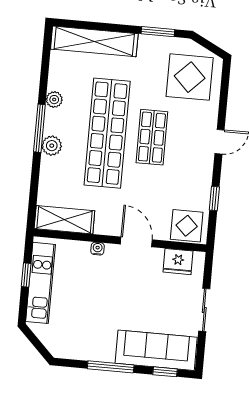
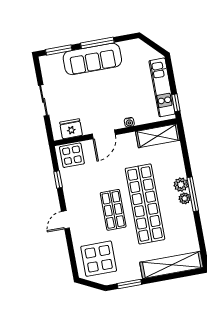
plant: (54, 100) -> (185, 198), moved
door: (136, 242) -> (104, 134), hinge flipped
window: (26, 275) -> (176, 103), moved
sofa: (156, 350) -> (92, 59), moved
window: (165, 372) -> (59, 50), width x1.50

